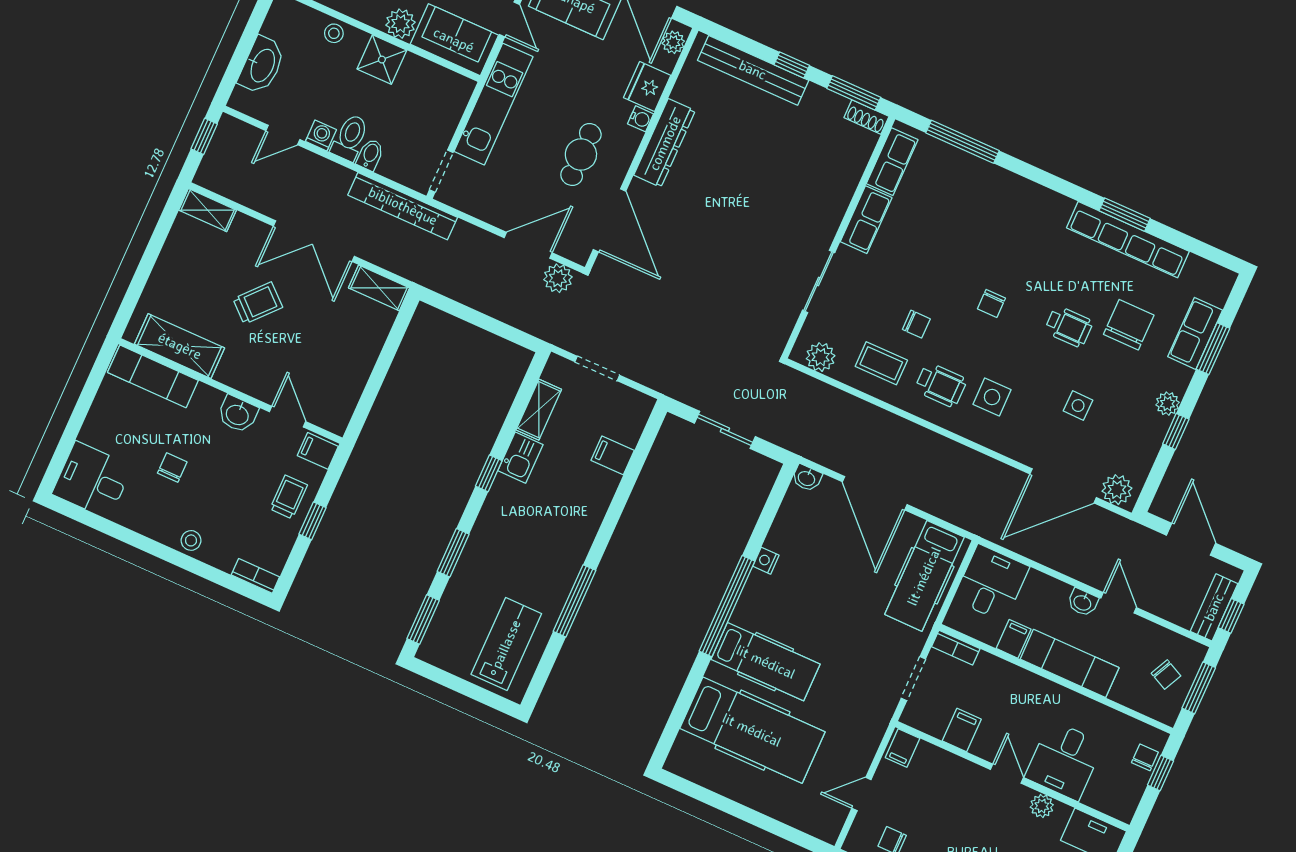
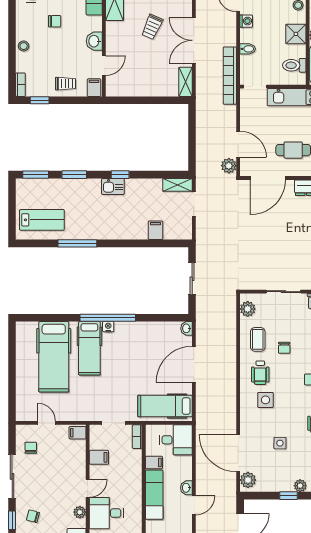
toilet: (350, 138) -> (294, 65), moved, turned 180
trolley: (258, 303) -> (152, 27), turned 72
shelving: (539, 410) -> (178, 185), moved
kitchen sink: (520, 458) -> (113, 186), moved
window: (313, 521) -> (40, 100), moved
nightstand: (766, 561) -> (108, 327), moved

